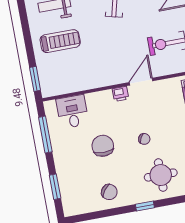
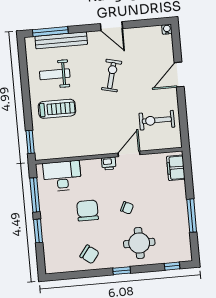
desk: (72, 112) -> (62, 176), width x1.37
window: (55, 187) -> (38, 231), moved

